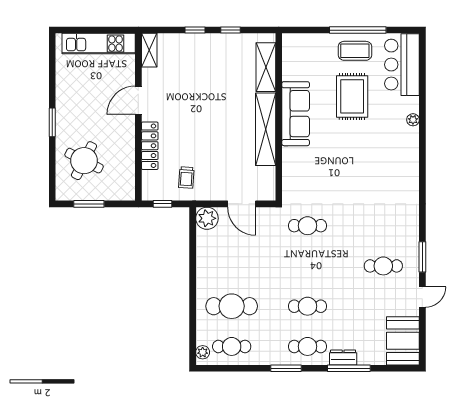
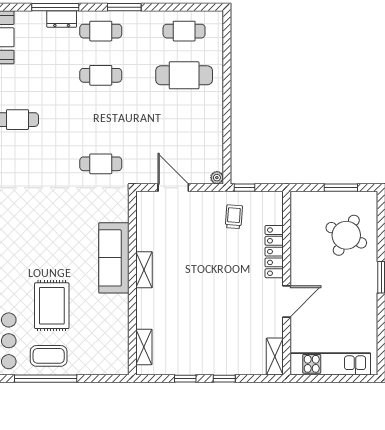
shelving: (266, 67) -> (144, 347), width x0.67, depth x0.75
sofa: (296, 114) -> (114, 258), moved
shelving: (266, 129) -> (144, 270), width x0.45, depth x0.75
window: (163, 204) -> (244, 188), moved
plant: (207, 218) -> (217, 178), width x0.53, depth x0.53
plant: (203, 352) -> (216, 25), removed

